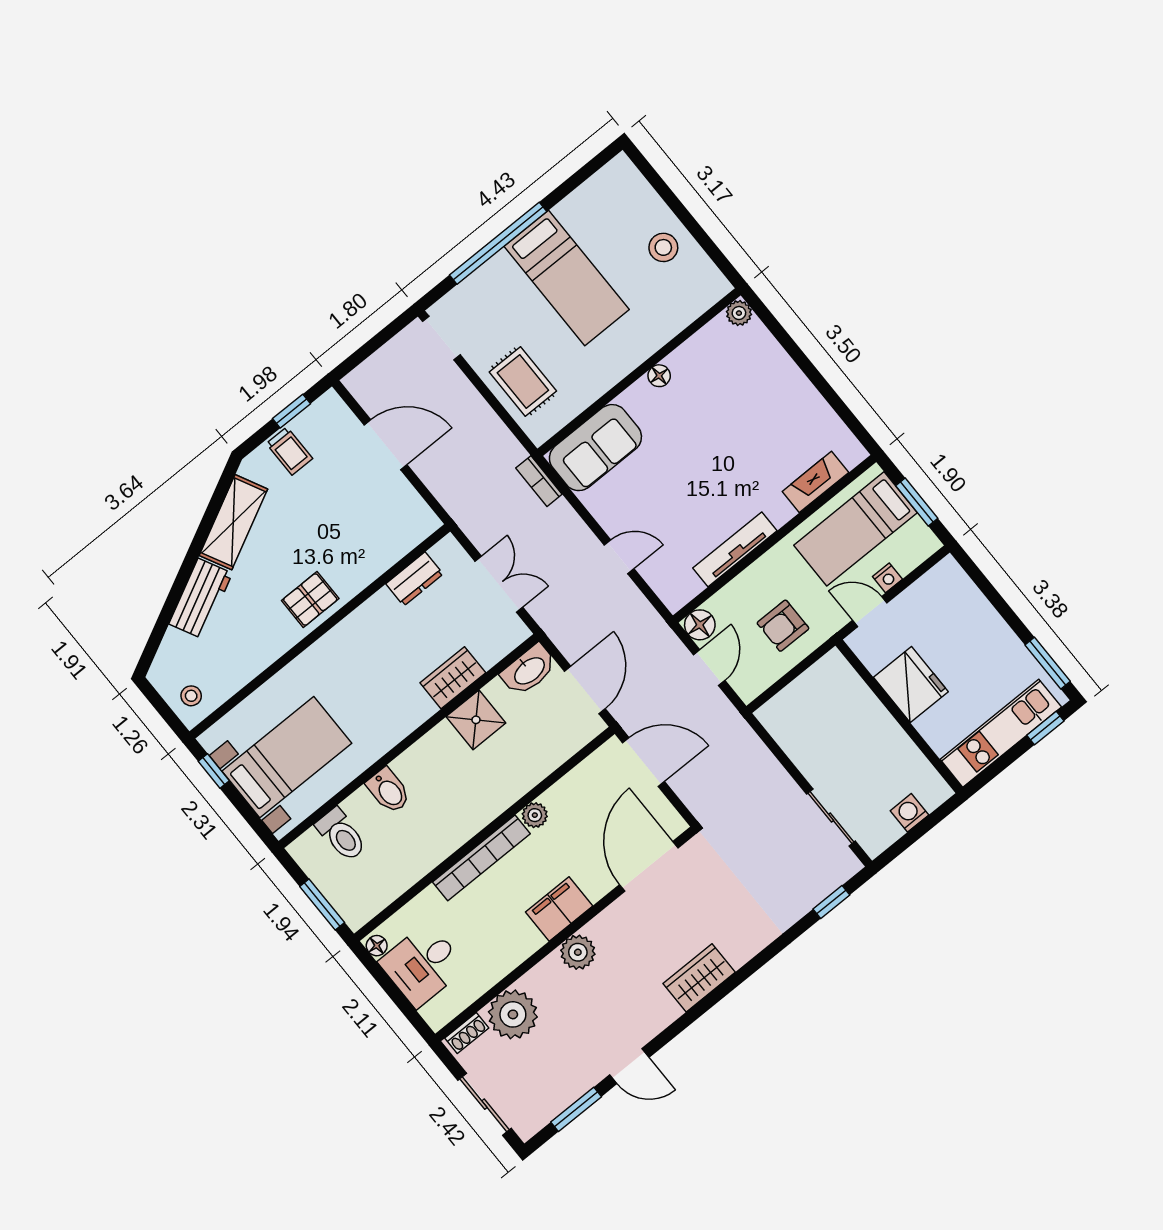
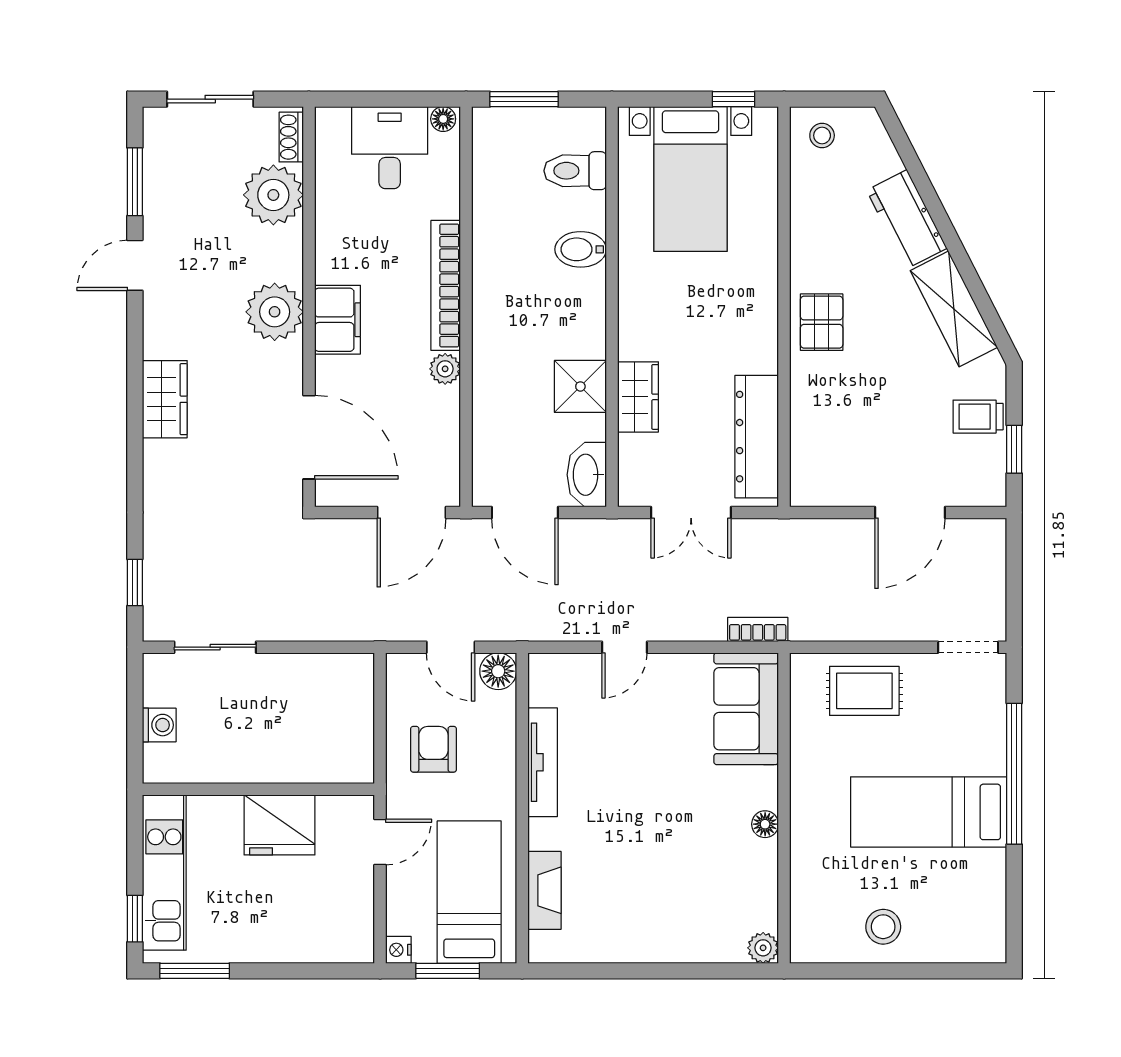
nightstand: (887, 578) -> (398, 950), moved
dresser: (414, 579) -> (757, 437), width x1.96, depth x1.24
plant: (578, 952) -> (275, 312), width x1.36, depth x1.36

